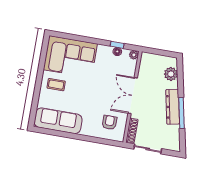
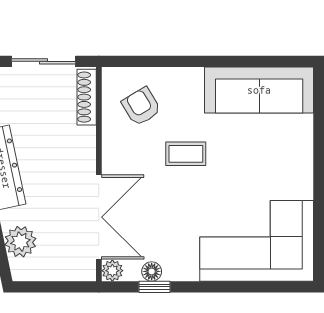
coffee table: (56, 85) -> (186, 154), moved
double door: (133, 96) -> (99, 217), moved
armchair: (109, 122) -> (141, 107), turned 149

